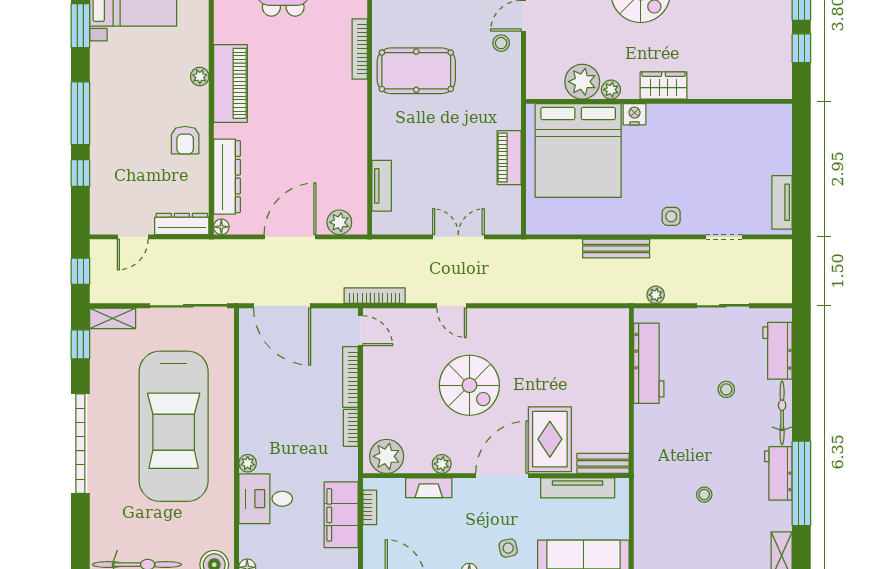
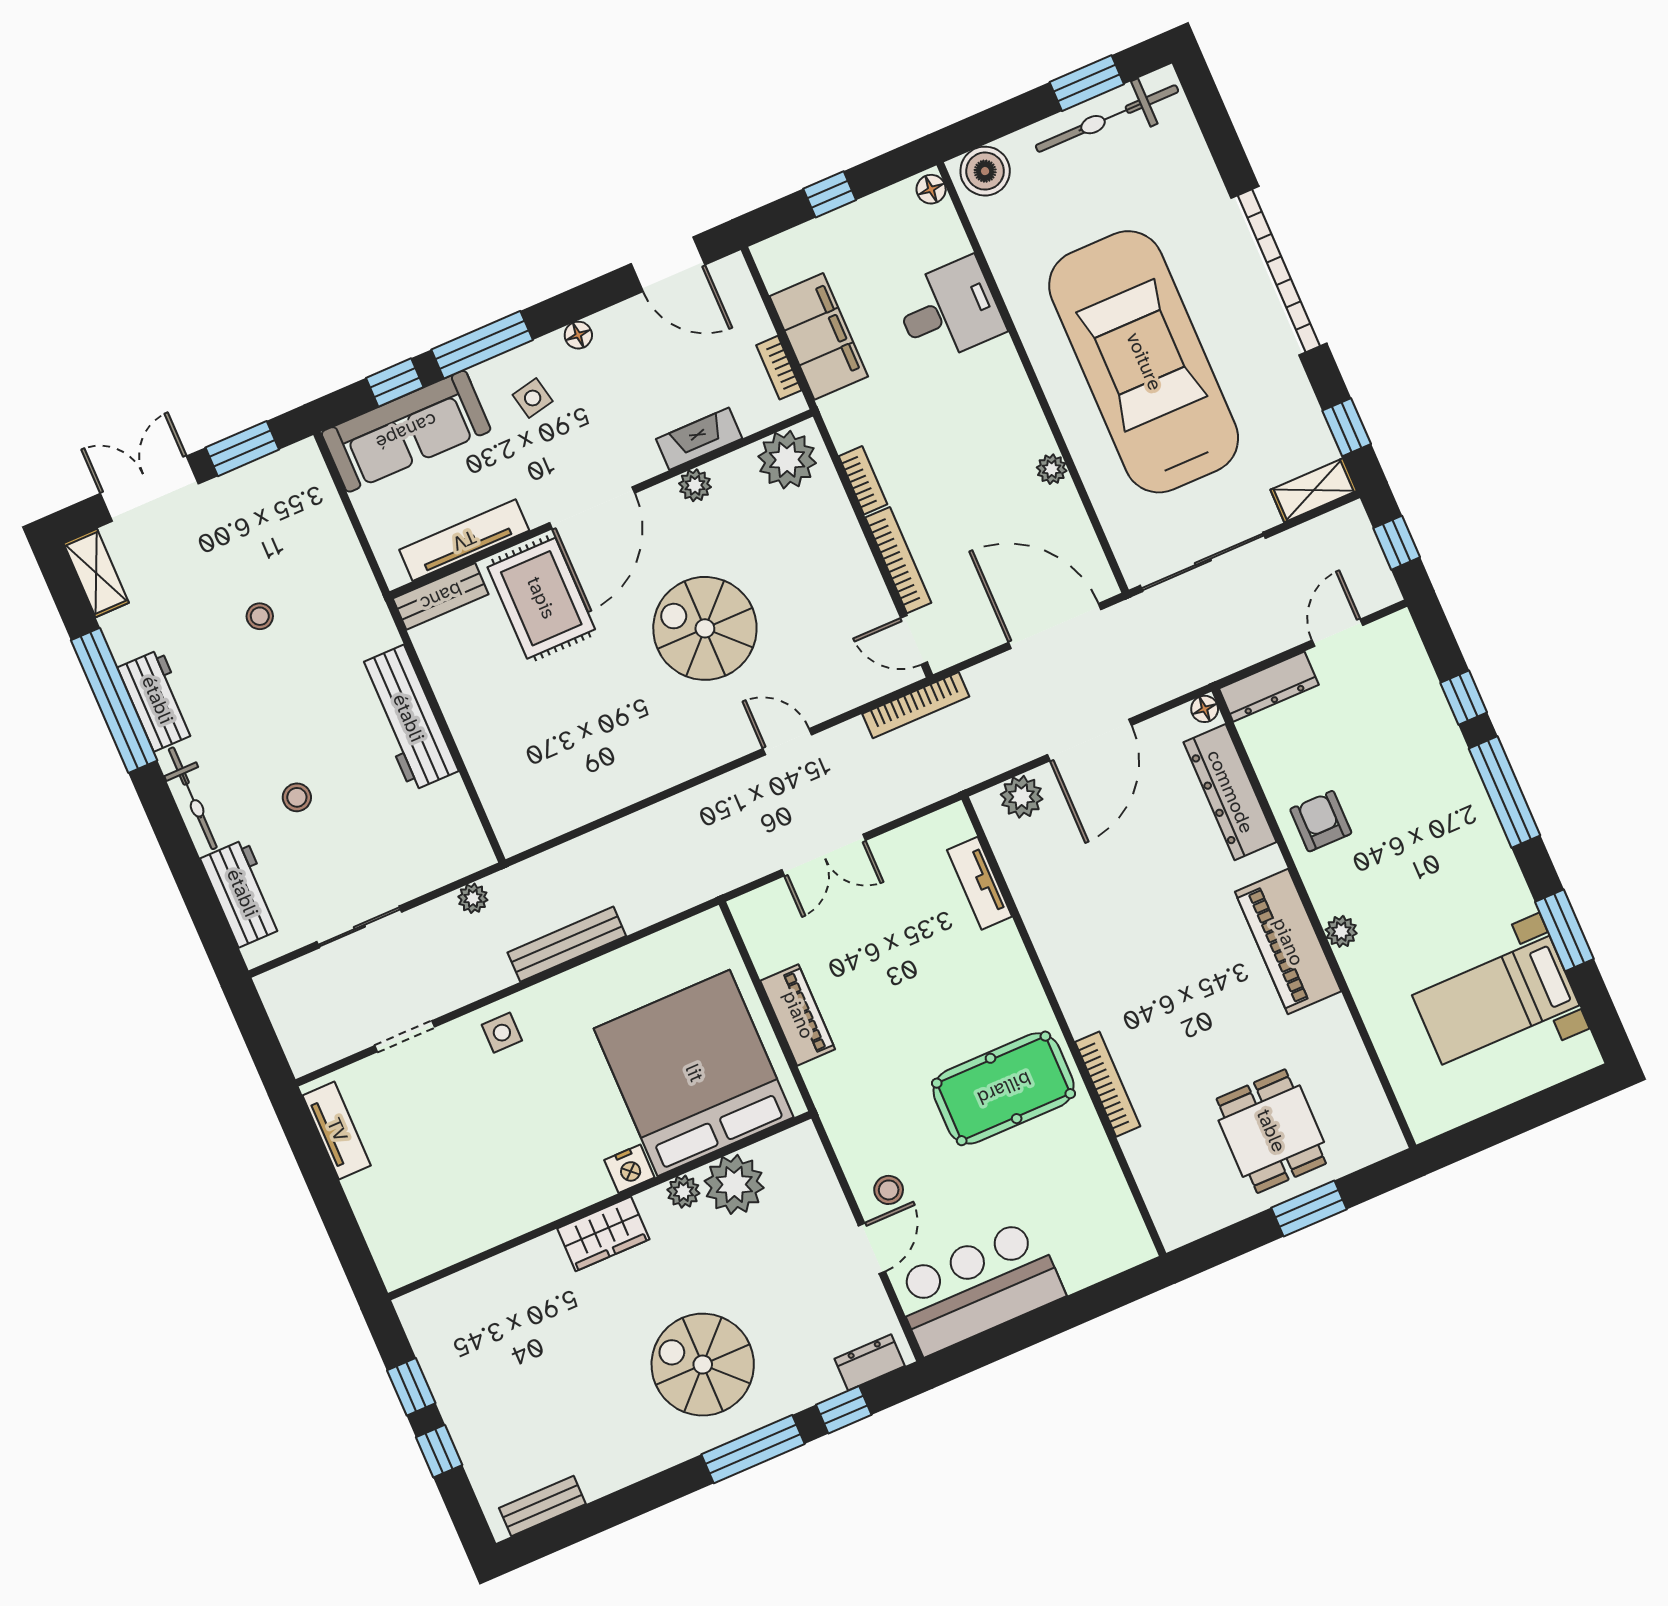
workbench: (649, 363) -> (408, 718), moved
plant: (248, 463) -> (1052, 469), moved

